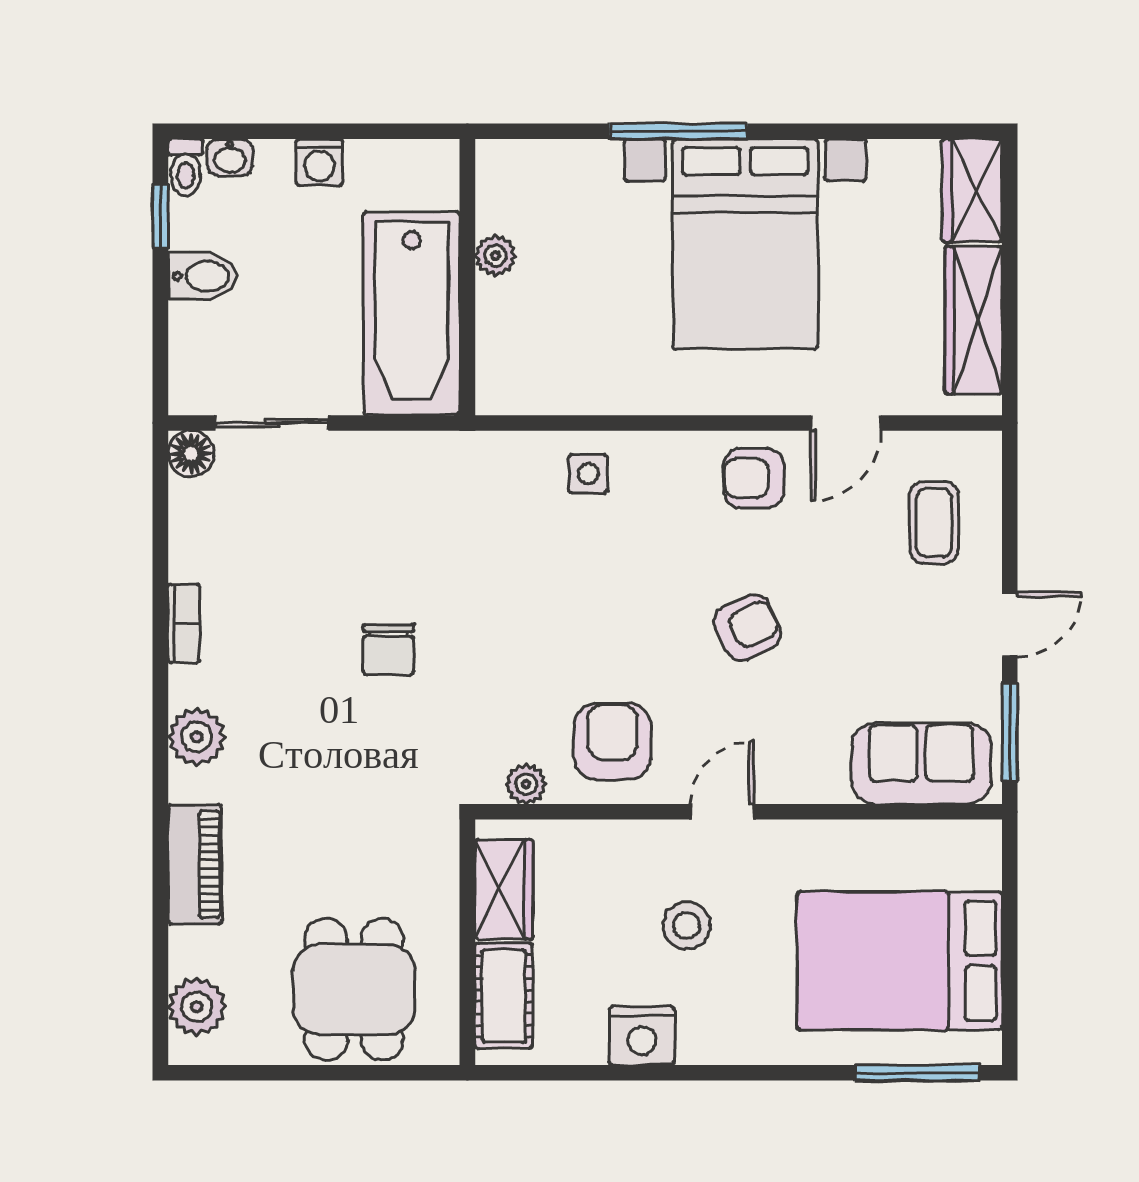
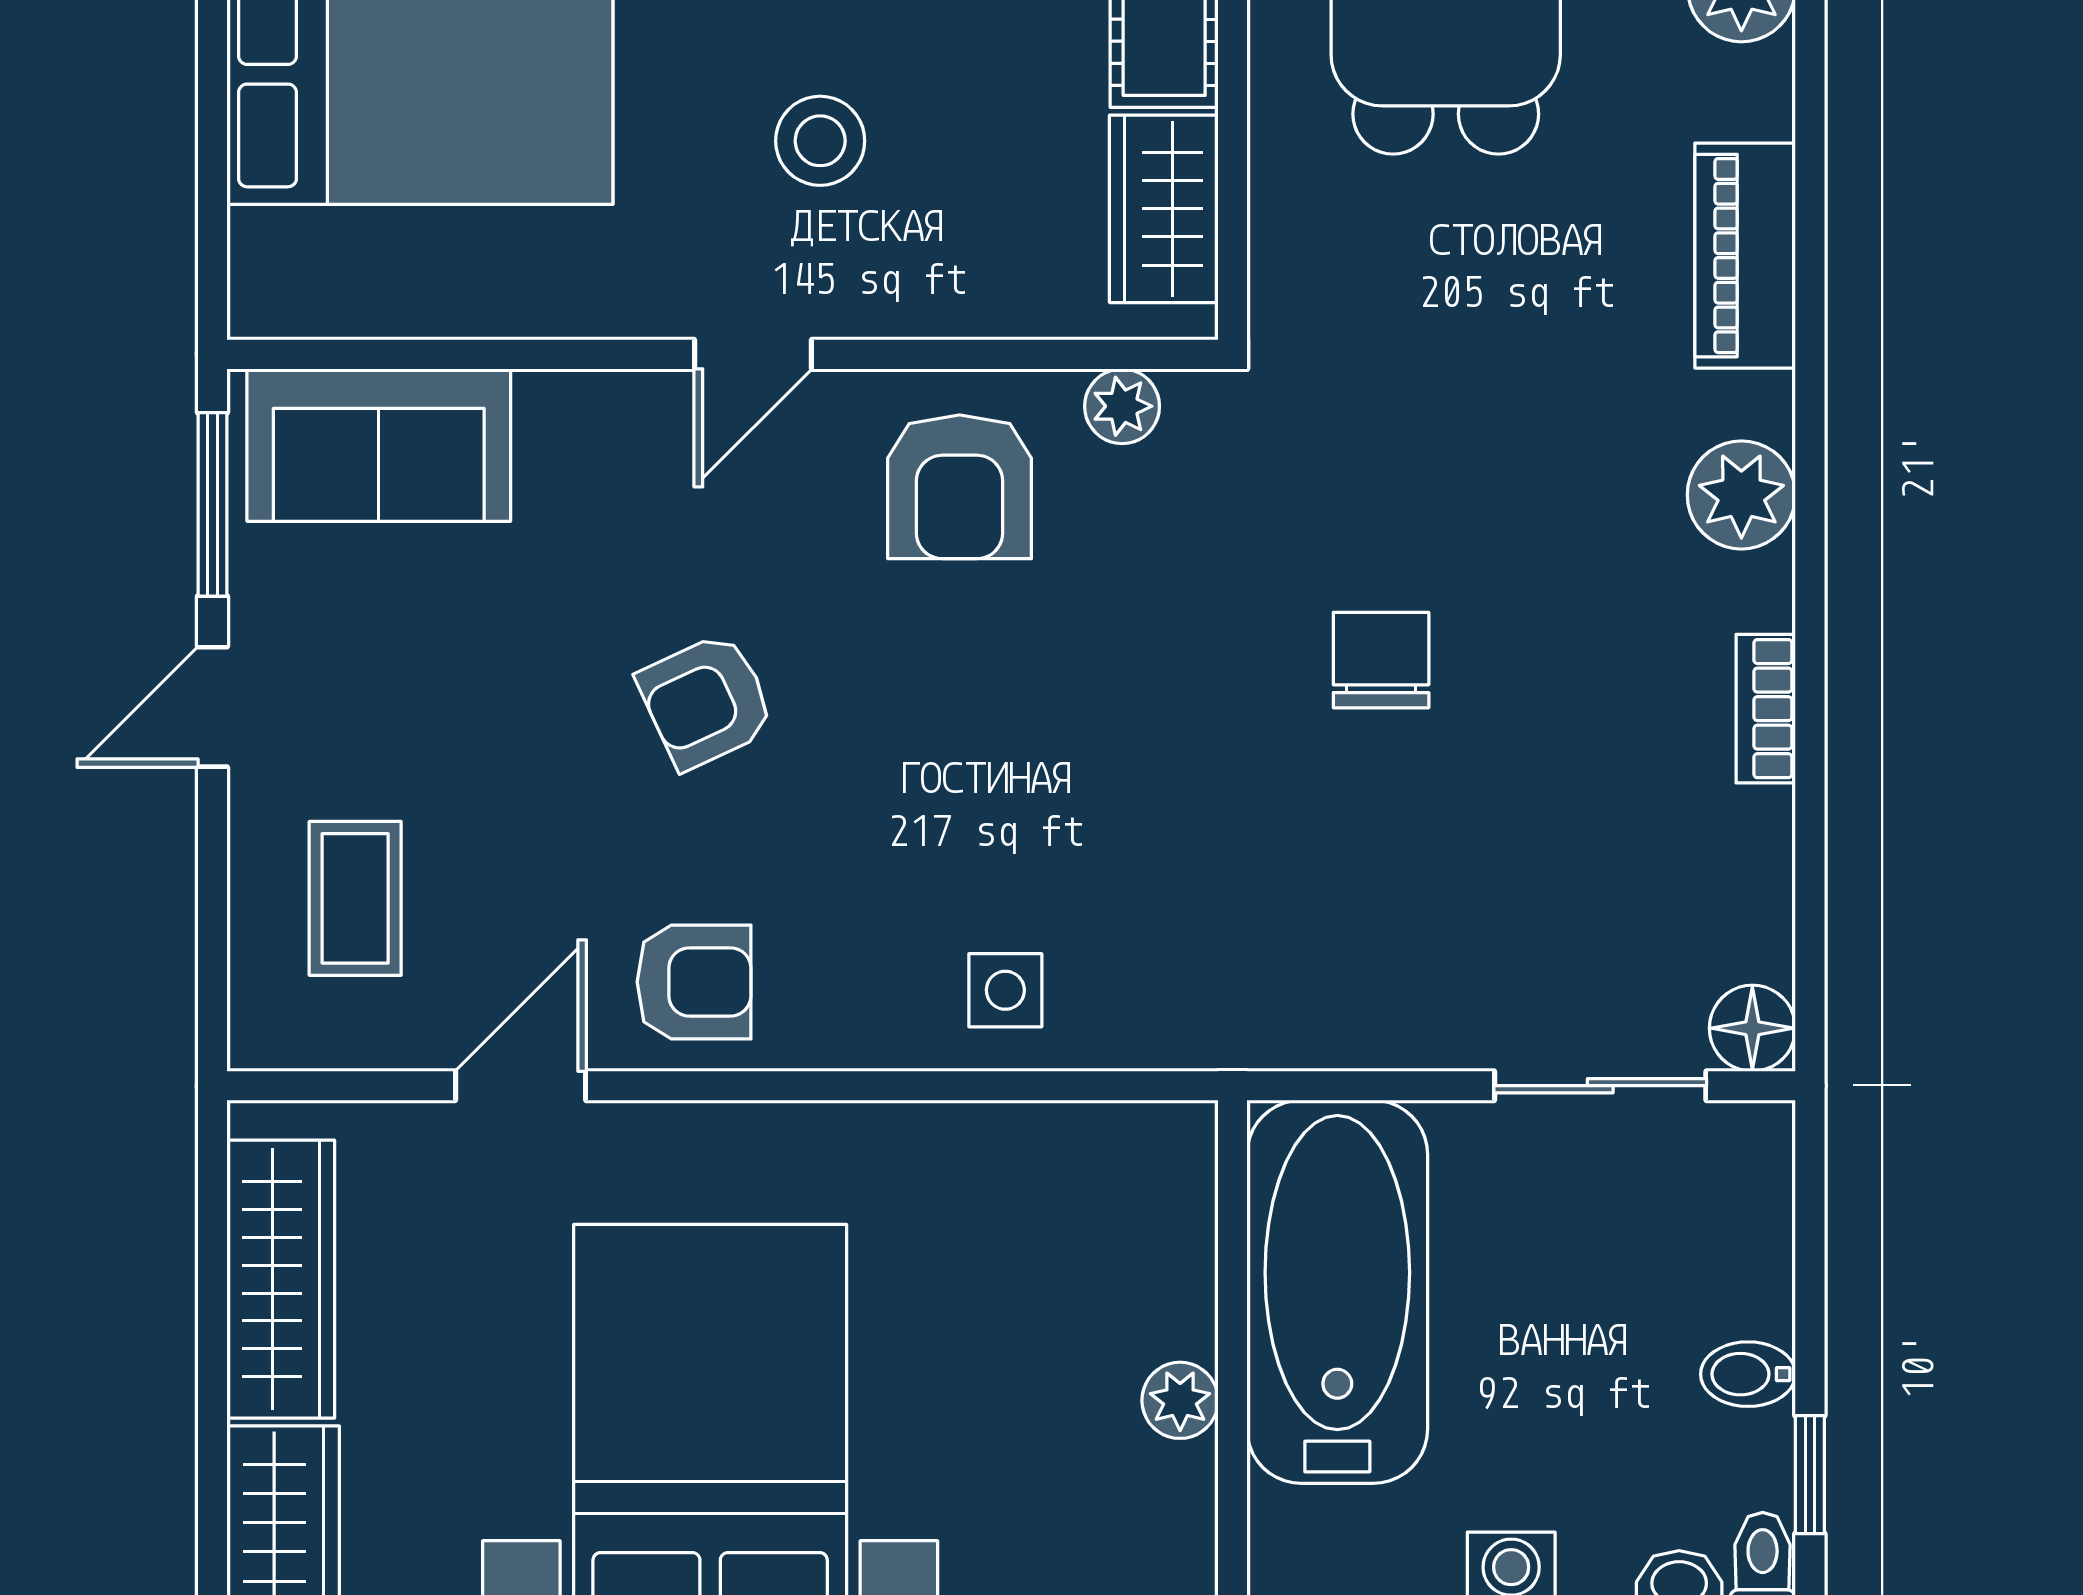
bidet: (202, 276) -> (1748, 1374), width x0.72, depth x0.74

